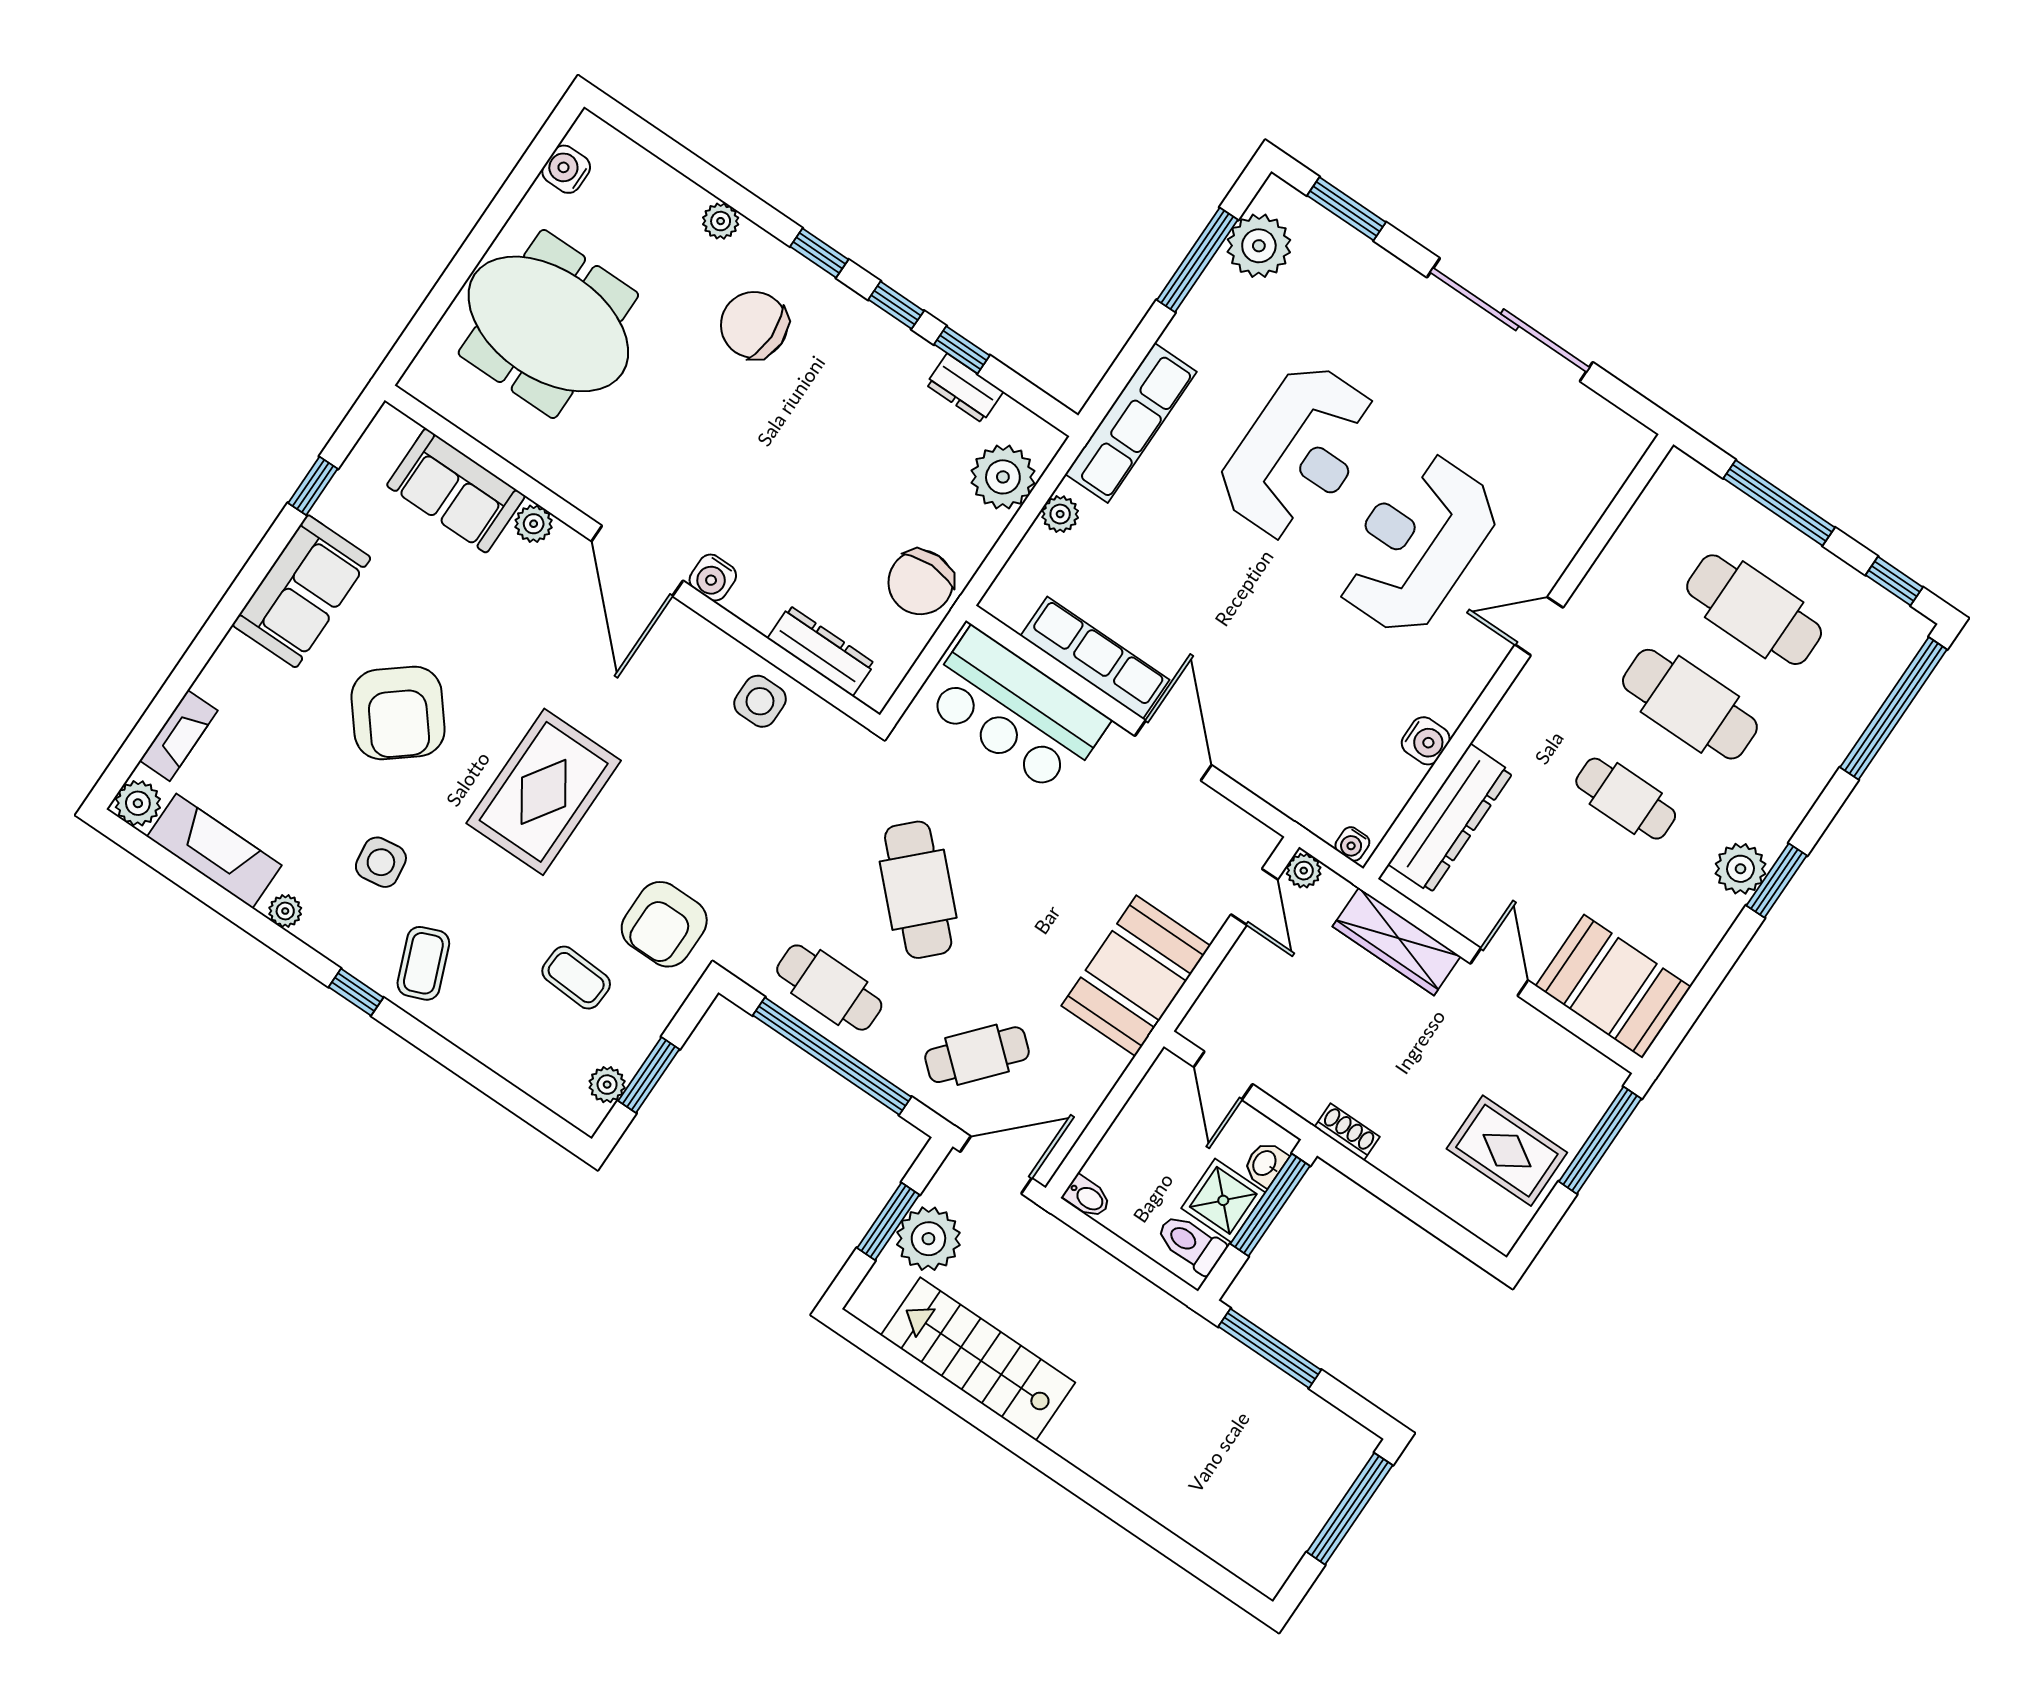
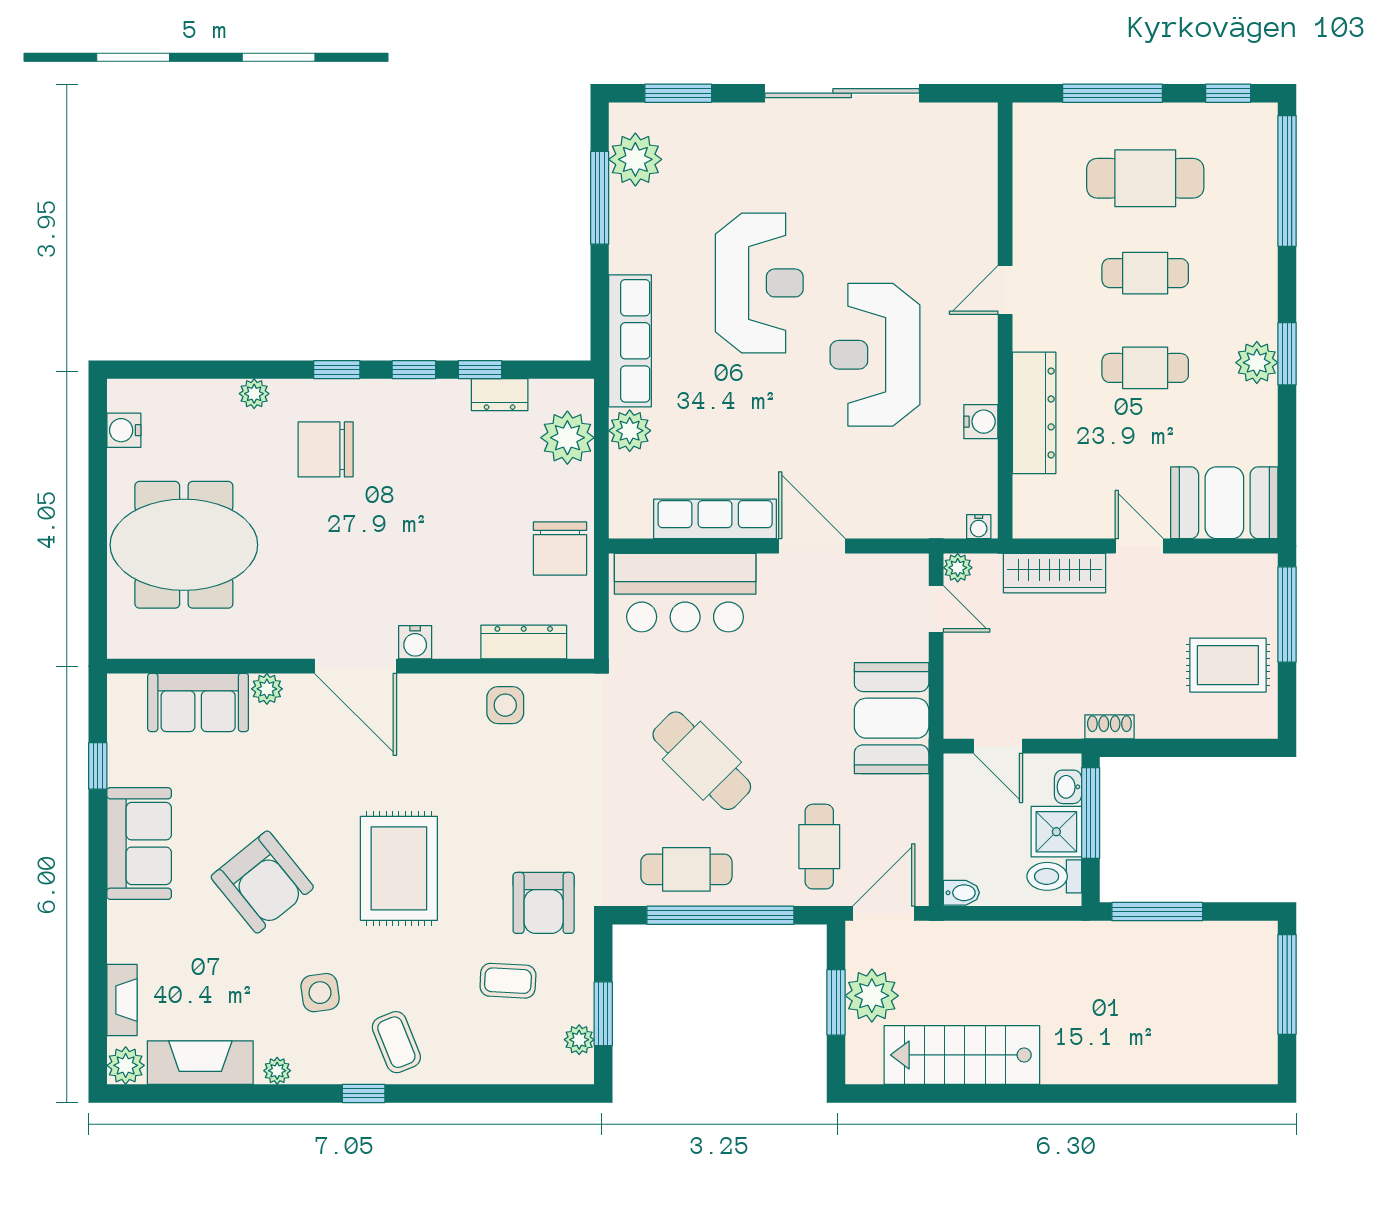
plant: (1060, 514) -> (630, 431), width x1.38, depth x1.38
reception desk: (1416, 544) -> (875, 355), moved
cafe table: (1690, 704) -> (1145, 273), width x0.73, depth x0.74
dresser: (1450, 818) -> (1034, 413), moved
cafe table: (977, 1055) -> (819, 847), turned -41

